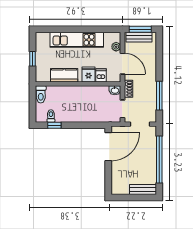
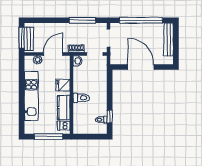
window: (32, 59) -> (49, 137), width x2.17
dishwasher: (101, 75) -> (64, 126), moved
toilet: (41, 94) -> (81, 98), moved
door: (108, 147) -> (141, 67), moved
bench: (143, 189) -> (169, 40), width x1.36

